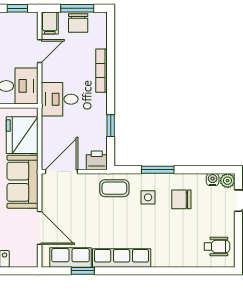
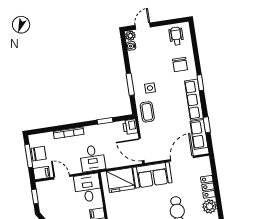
chair: (181, 199) -> (180, 65), moved
window: (145, 271) -> (200, 83), added

